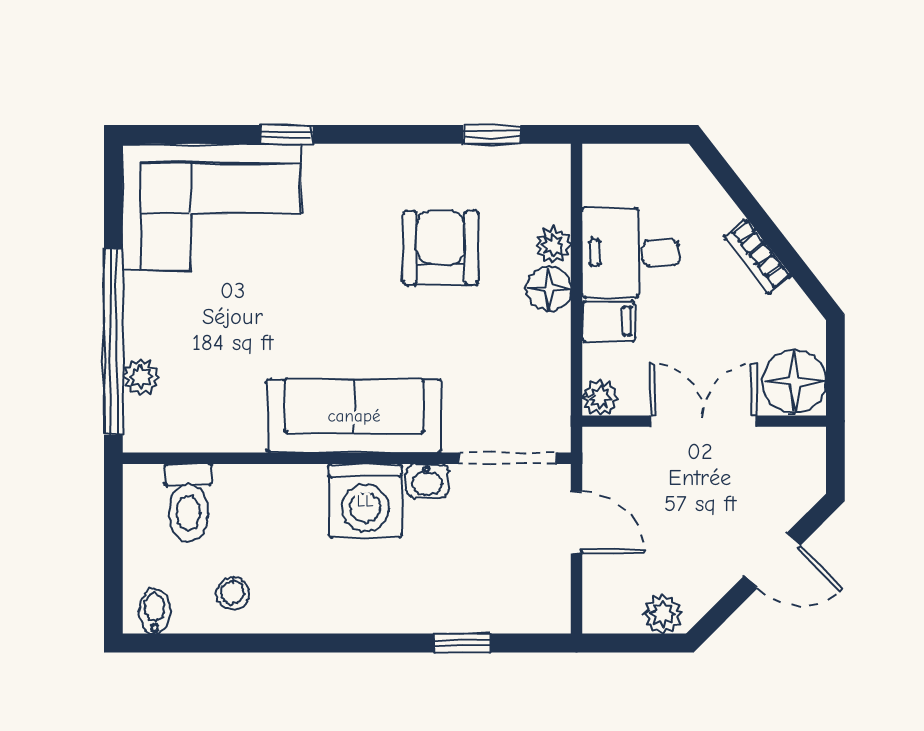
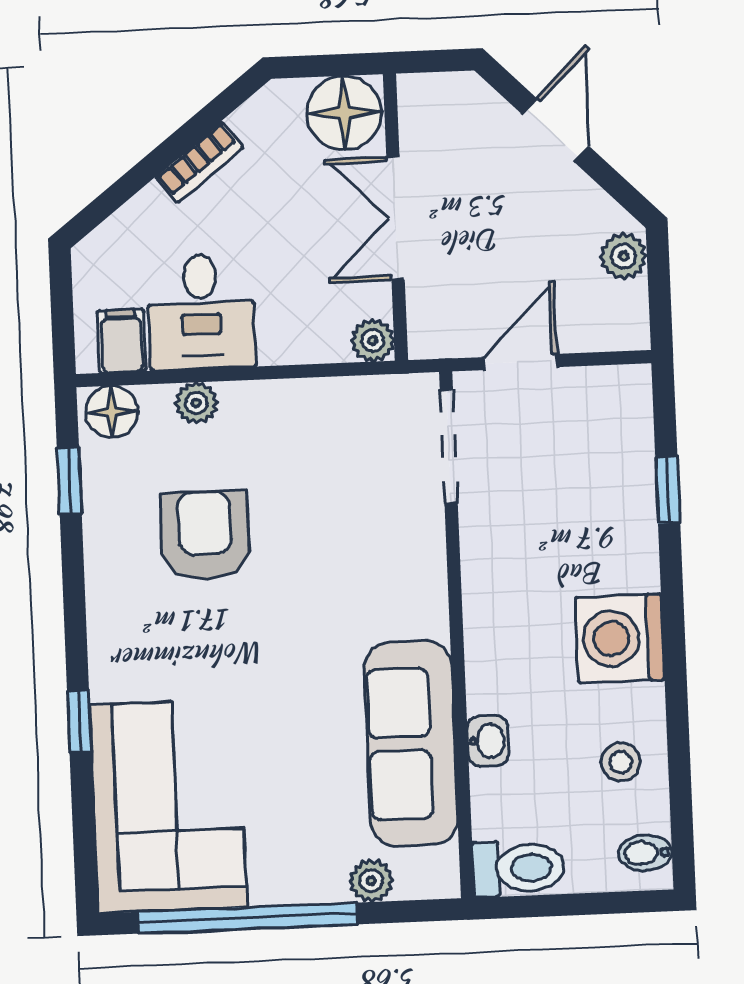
armchair: (441, 248) -> (205, 535), turned 90
floor lamp: (549, 289) -> (112, 412), moved
filing cabinet: (609, 321) -> (122, 341), moved
window: (113, 341) -> (247, 918), moved
sofa: (354, 416) -> (411, 743), moved
washbasin: (427, 481) -> (488, 741), moved
washing machine: (365, 501) -> (620, 638), moved, turned 180
toilet: (188, 503) -> (518, 868), moved

